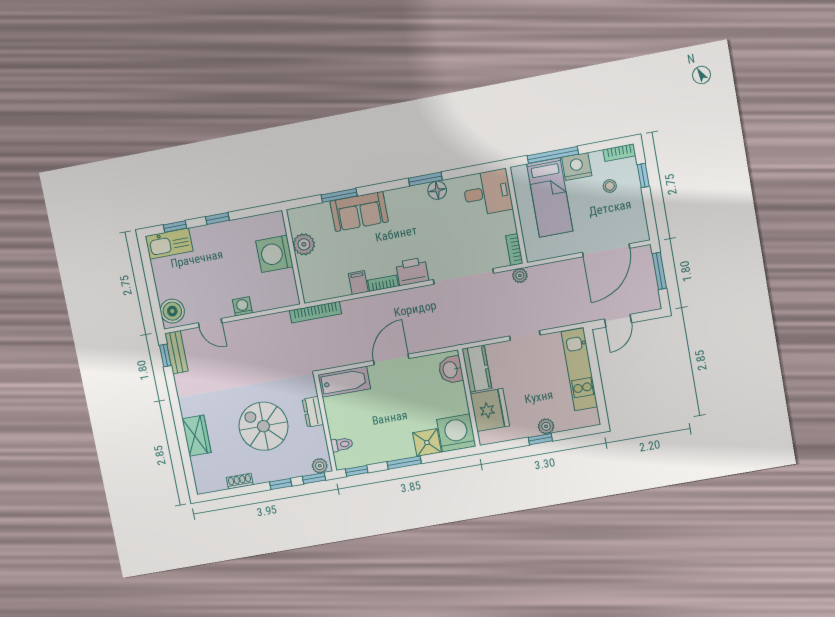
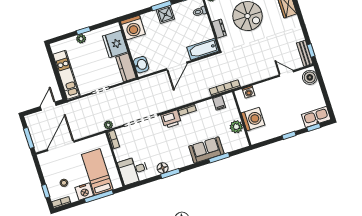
filing cabinet: (358, 283) -> (219, 103), moved
washing machine: (242, 306) -> (249, 92), moved
shower: (427, 443) -> (165, 14), moved

